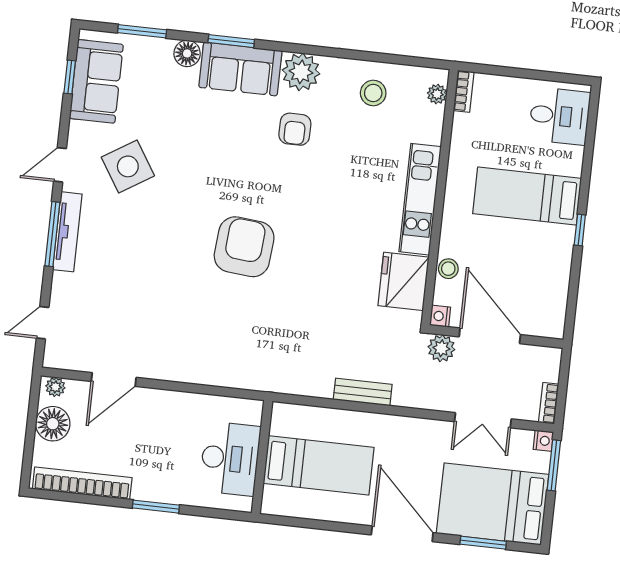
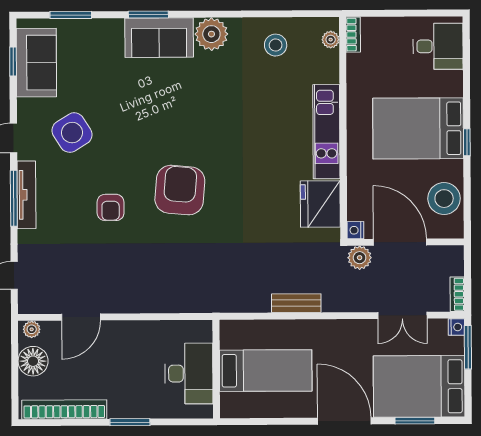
floor lamp: (187, 53) -> (112, 30), removed
armchair: (295, 129) -> (111, 207), moved
bed: (527, 196) -> (418, 128), width x1.50
stool: (448, 269) -> (444, 199), moved, width x1.89, depth x1.89

